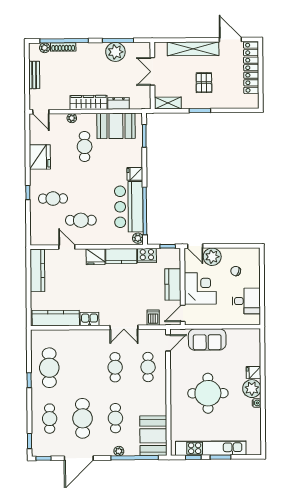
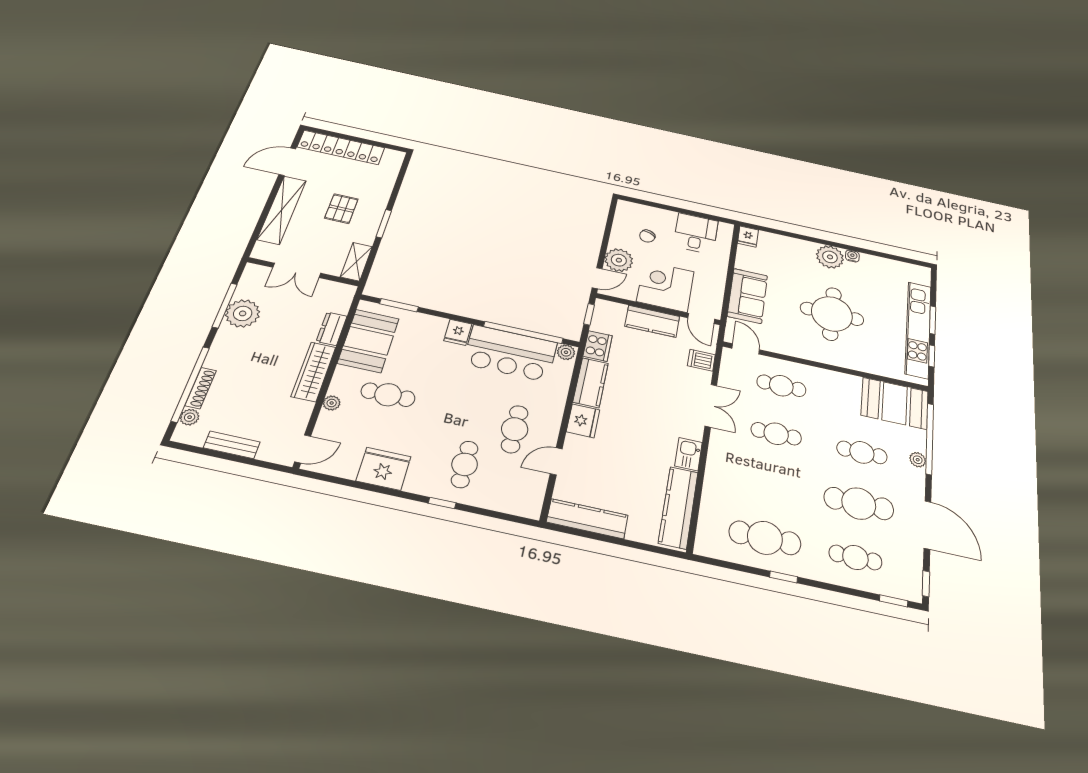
pallet: (204, 83) -> (341, 209), turned 90
fridge: (254, 372) -> (748, 237), moved

